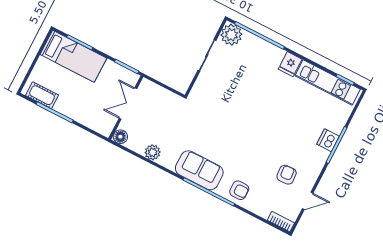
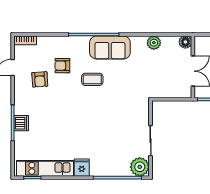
coffee table: (234, 147) -> (92, 79), added
armchair: (239, 190) -> (62, 66), moved

